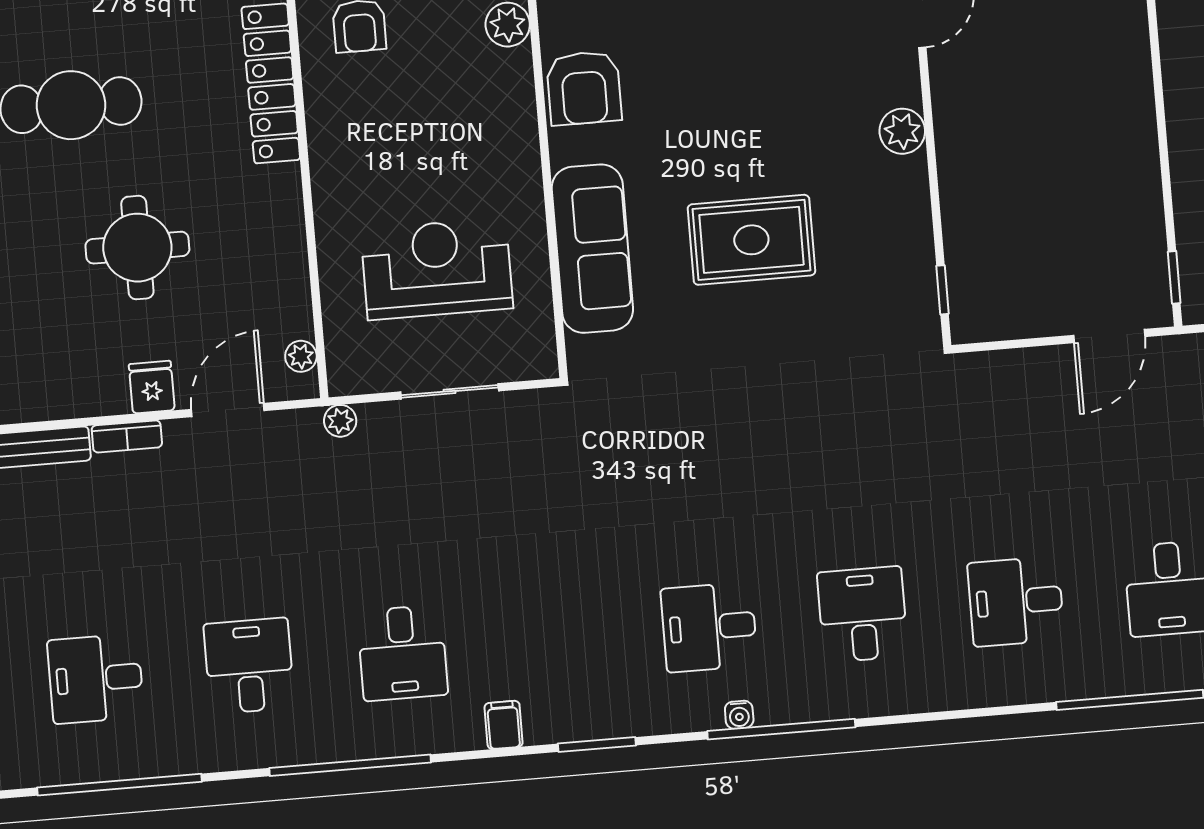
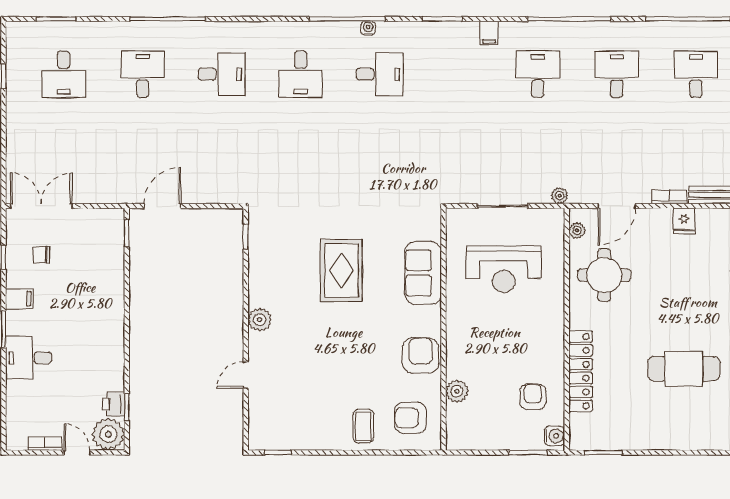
rug: (751, 240) -> (341, 271), turned 90
round table: (137, 248) -> (604, 275), moved
sofa: (592, 249) -> (423, 273), width x0.73
fridge: (152, 387) -> (684, 221), moved
desk: (249, 666) -> (617, 74), turned 180
desk: (96, 679) -> (696, 74), turned -90

